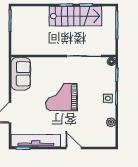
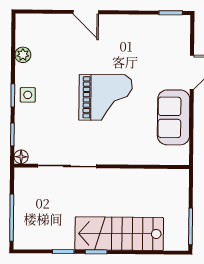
stairs: (75, 16) -> (119, 234), moved
sofa: (21, 74) -> (174, 117), moved
tv unit: (36, 141) -> (149, 25), removed

